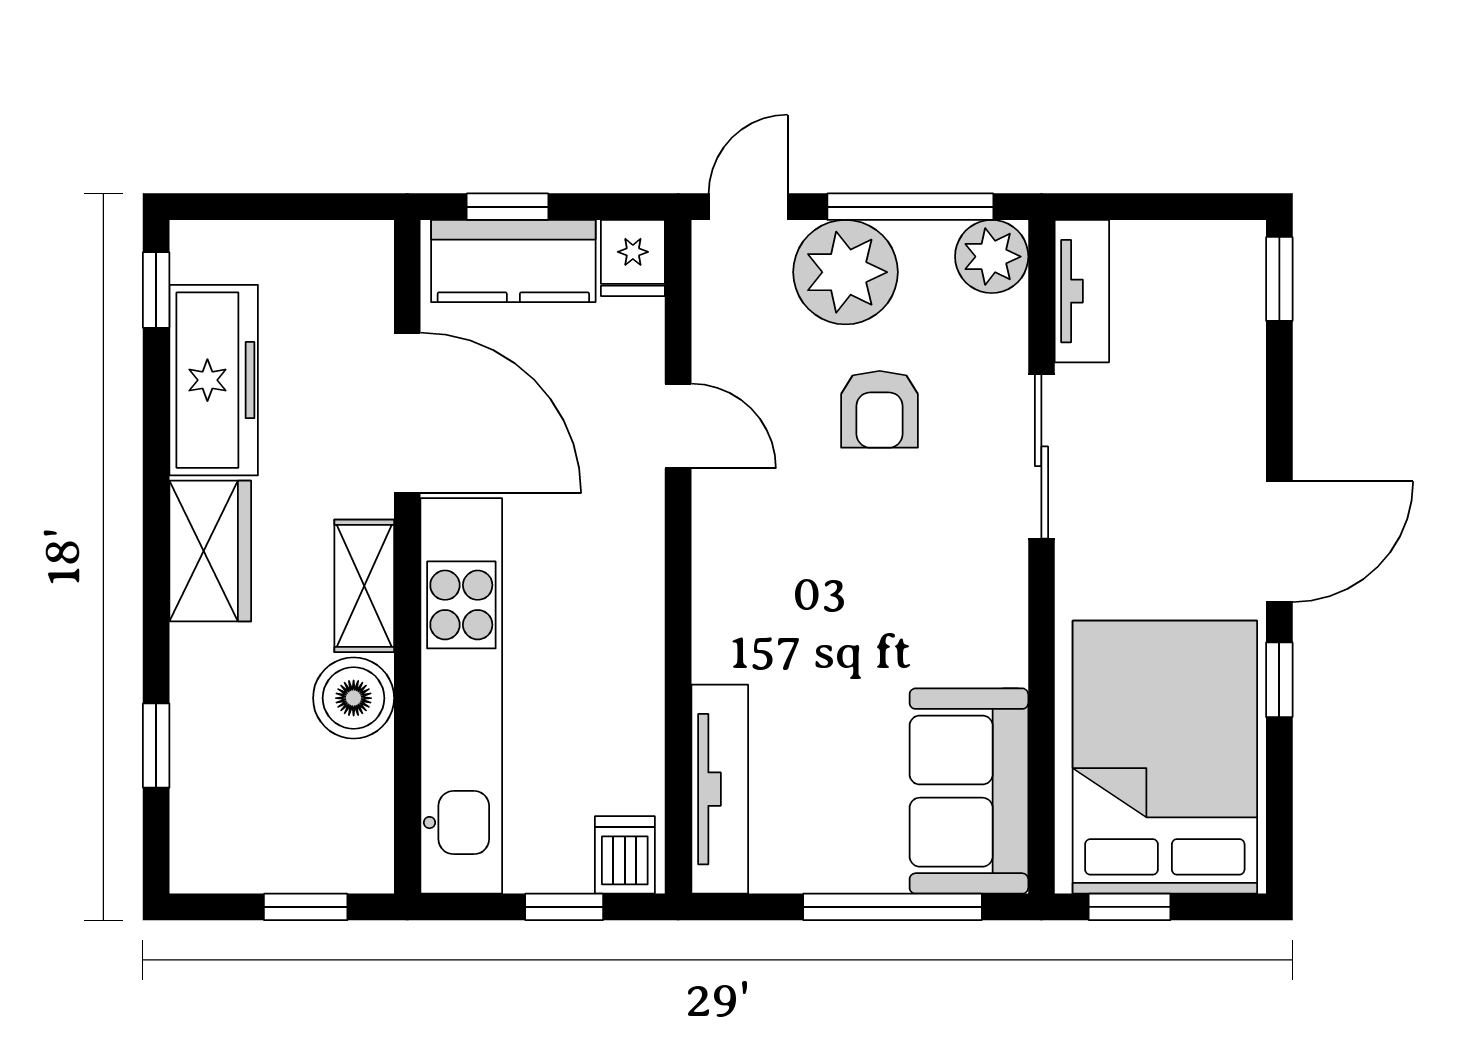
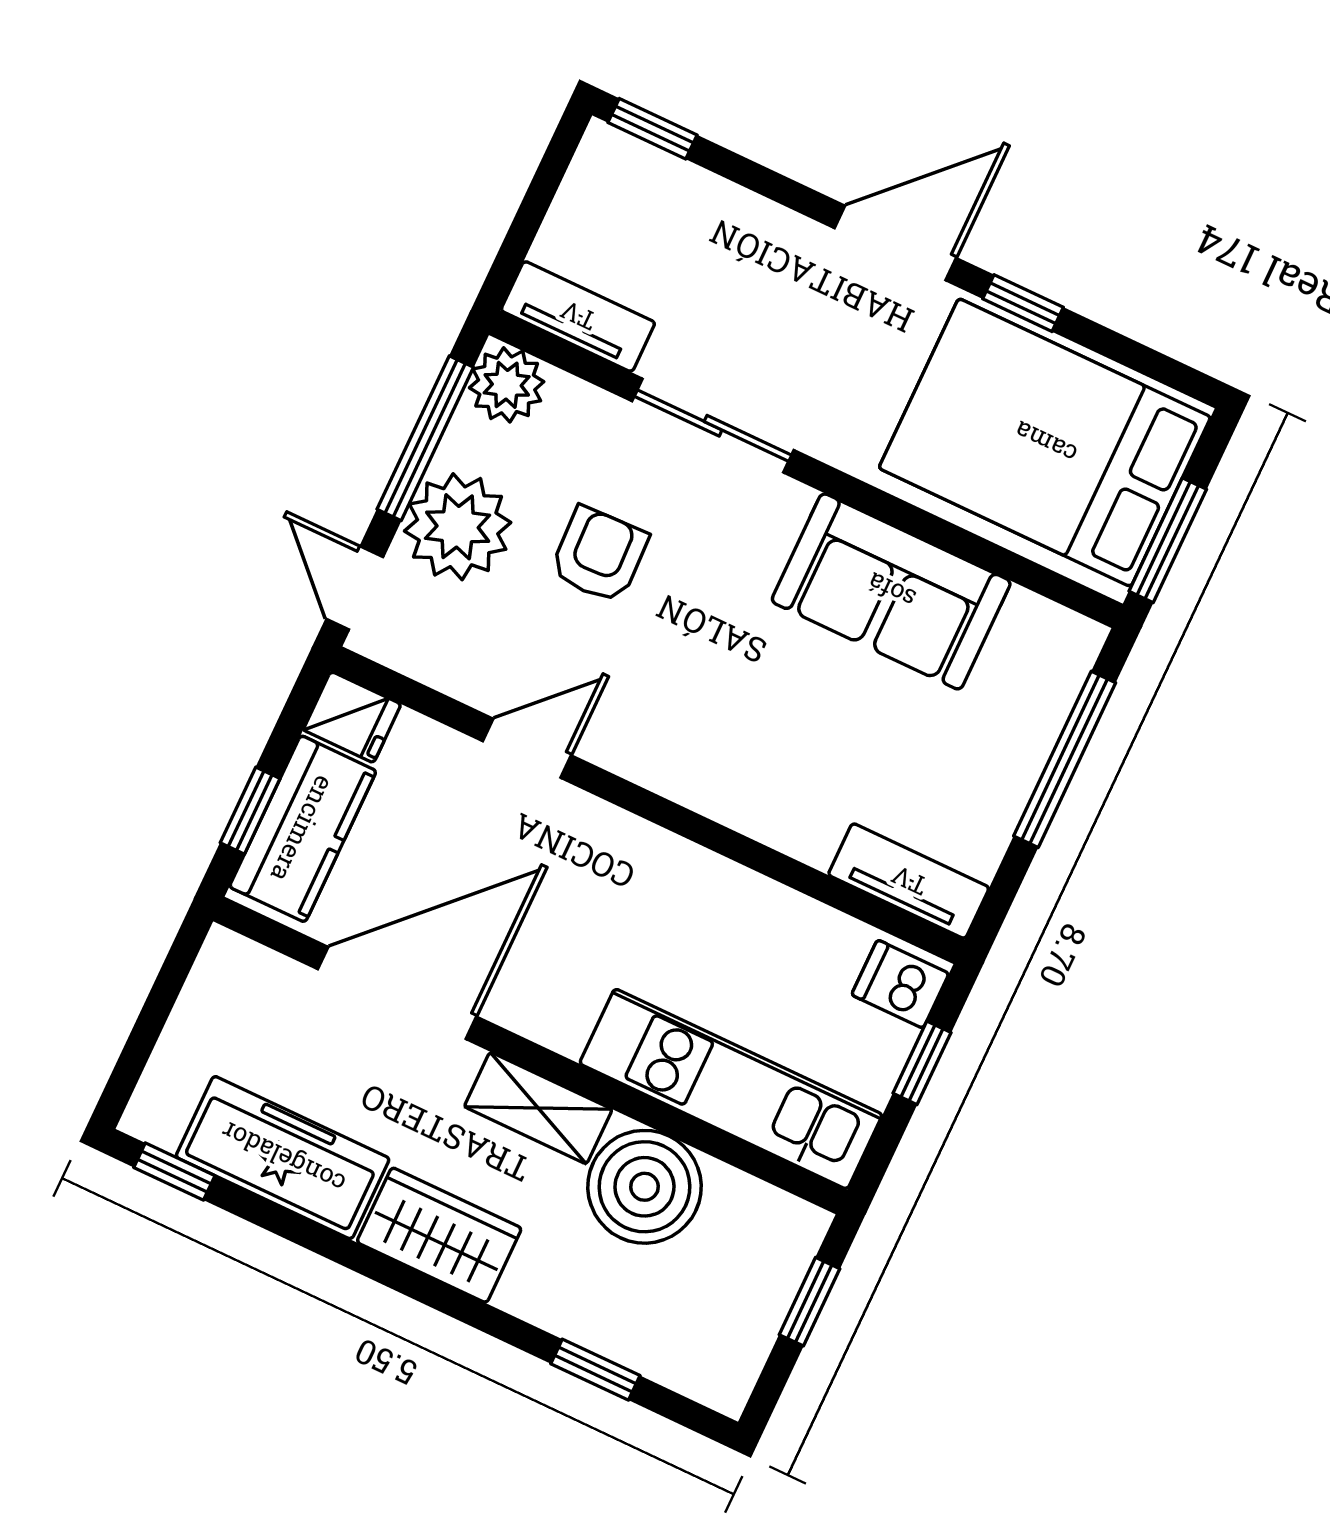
armchair: (880, 409) -> (599, 555), turned -92
door: (1279, 542) -> (895, 243), hinge flipped
kitchen unit: (461, 696) -> (731, 1089), width x0.73
boiler: (354, 698) -> (644, 1187), width x1.37, depth x1.37
tv unit: (720, 789) -> (909, 881), width x0.71
sofa: (969, 791) -> (891, 591), moved
window: (1130, 907) -> (1168, 540), width x1.50

